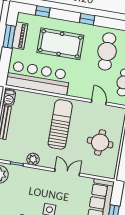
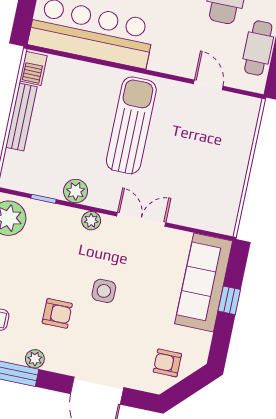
round table: (100, 143) -> (208, 164), removed
plant: (42, 174) -> (91, 221), added

